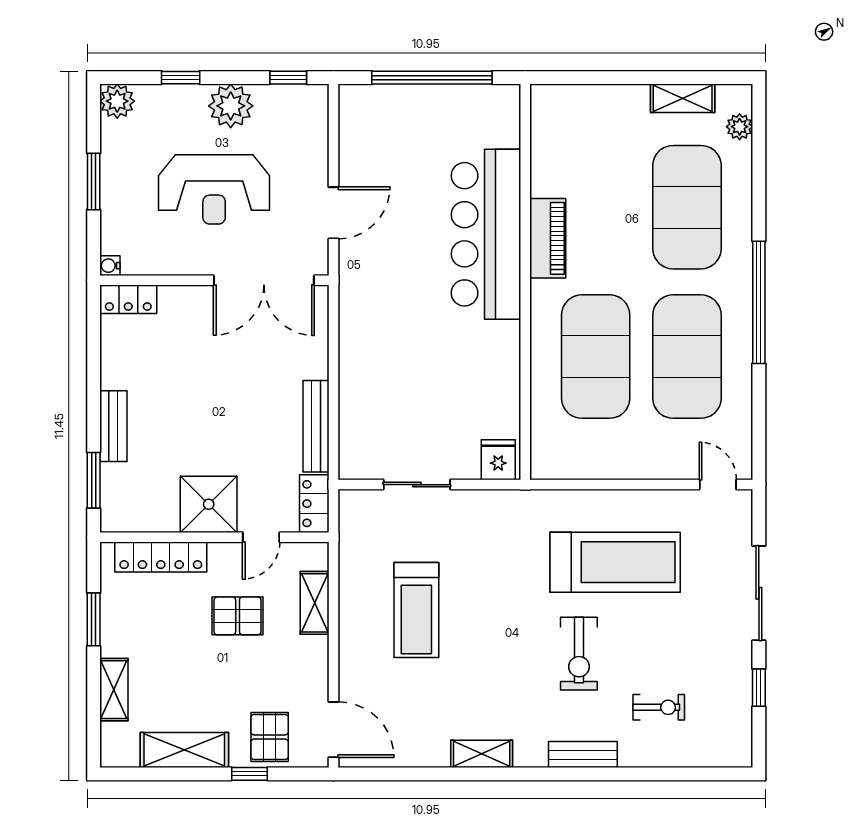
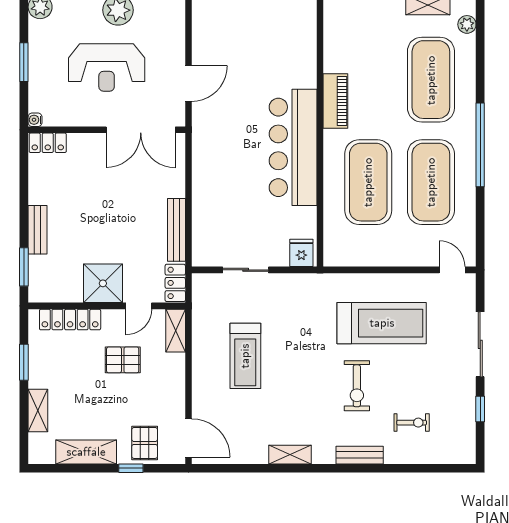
bar counter: (486, 234) -> (293, 147), moved
shelving: (315, 603) -> (176, 331), moved

